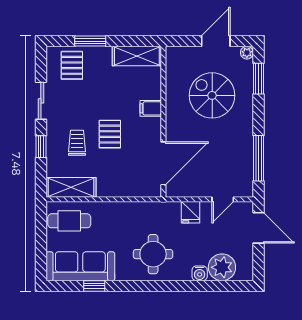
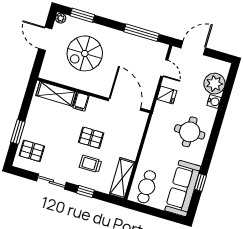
shelving: (137, 56) -> (56, 94), moved, turned 90

